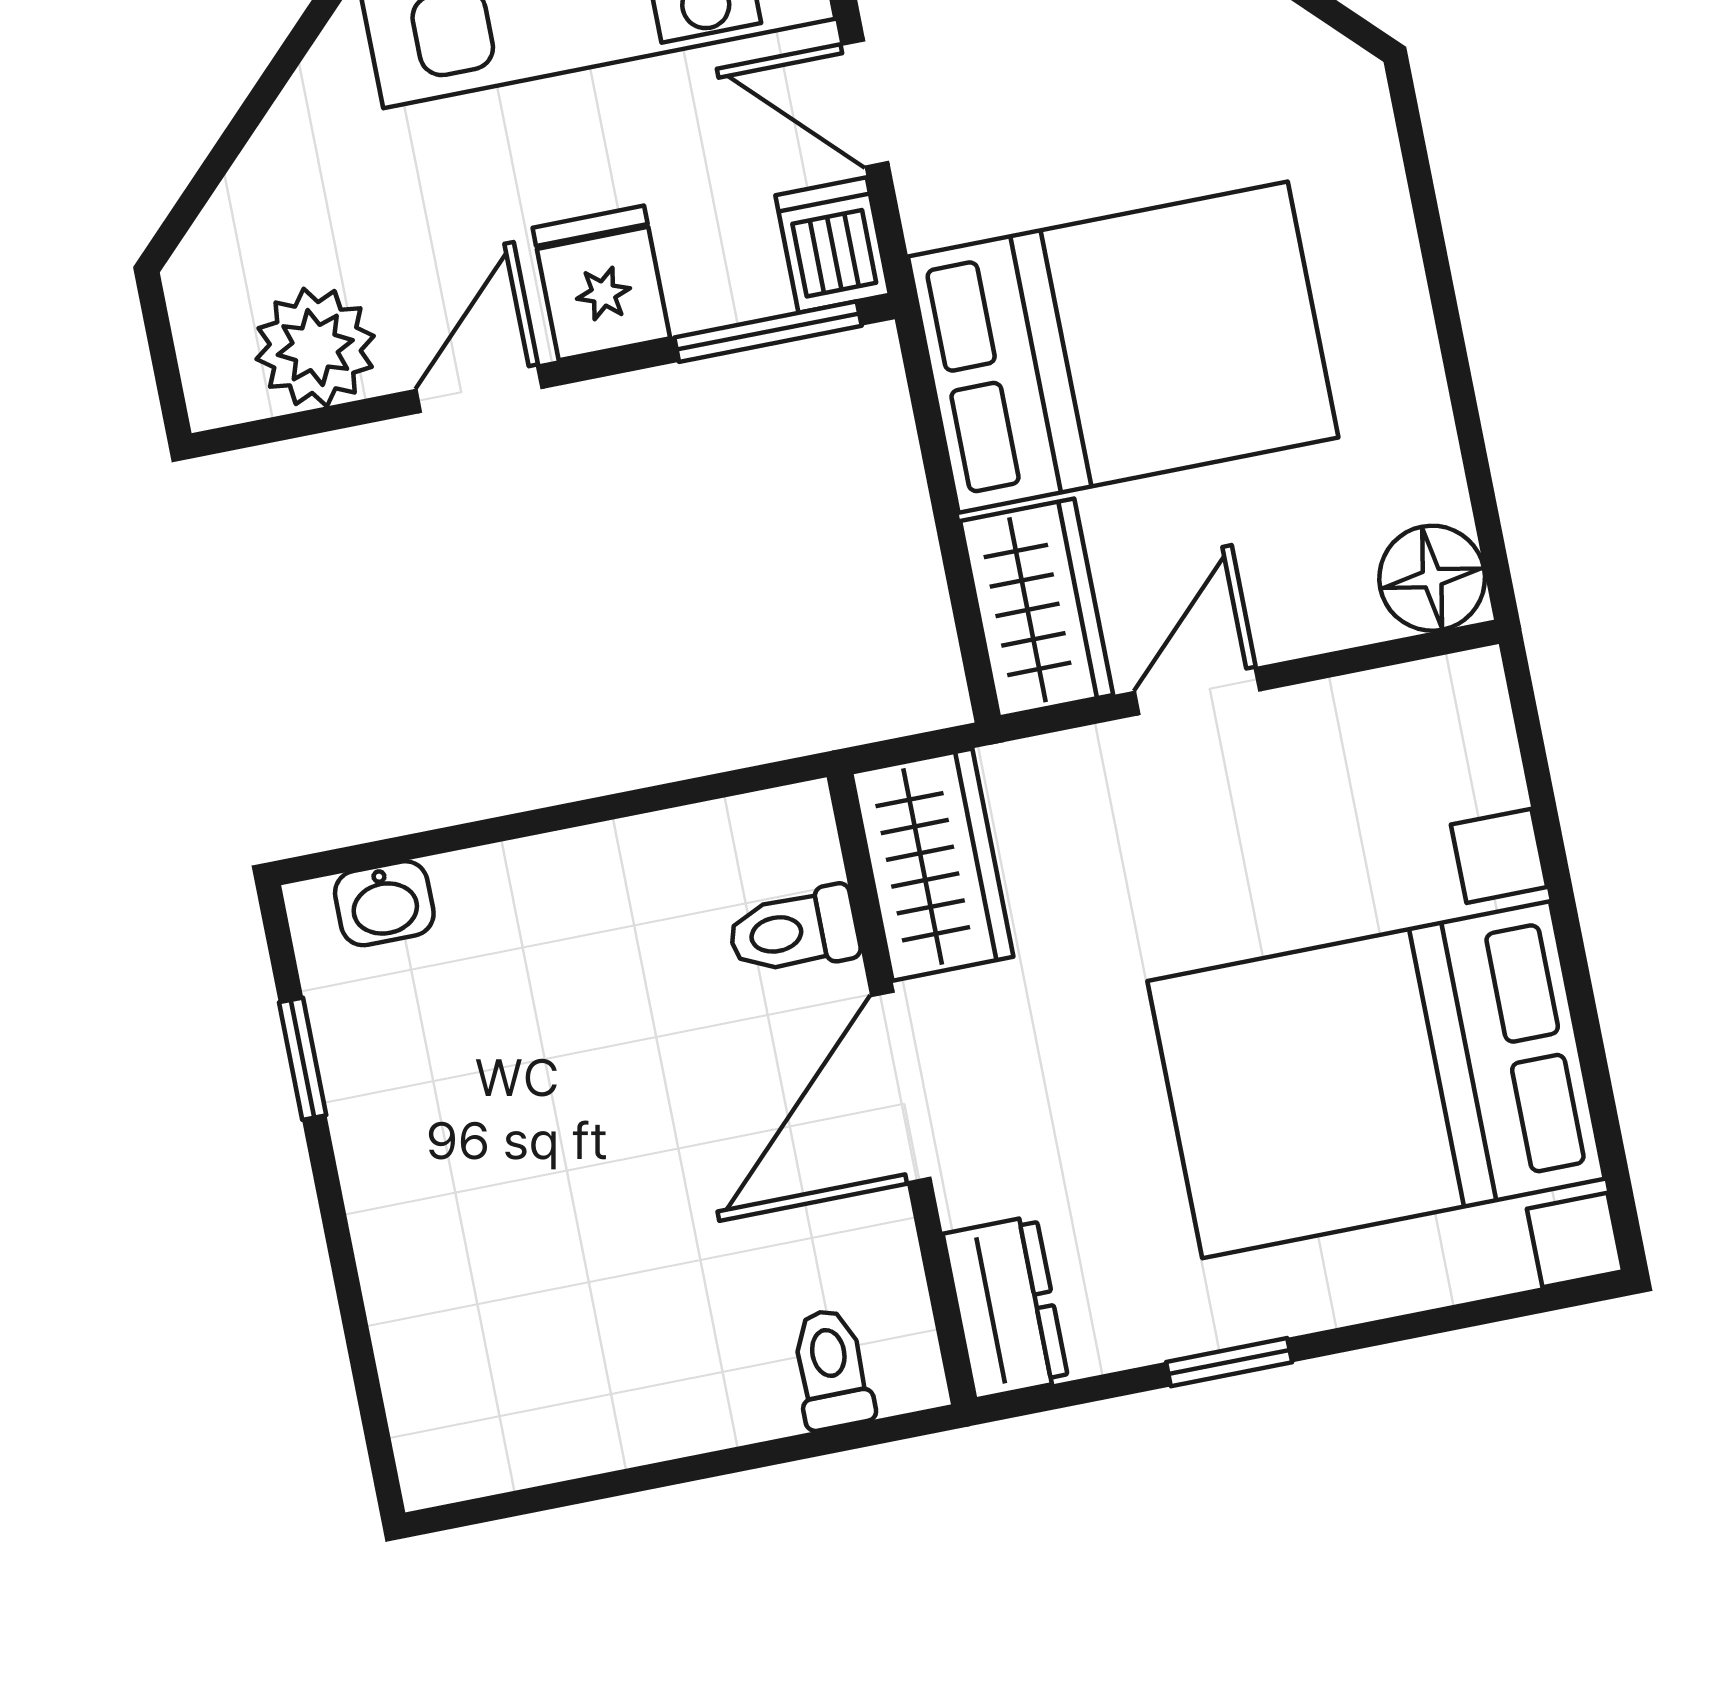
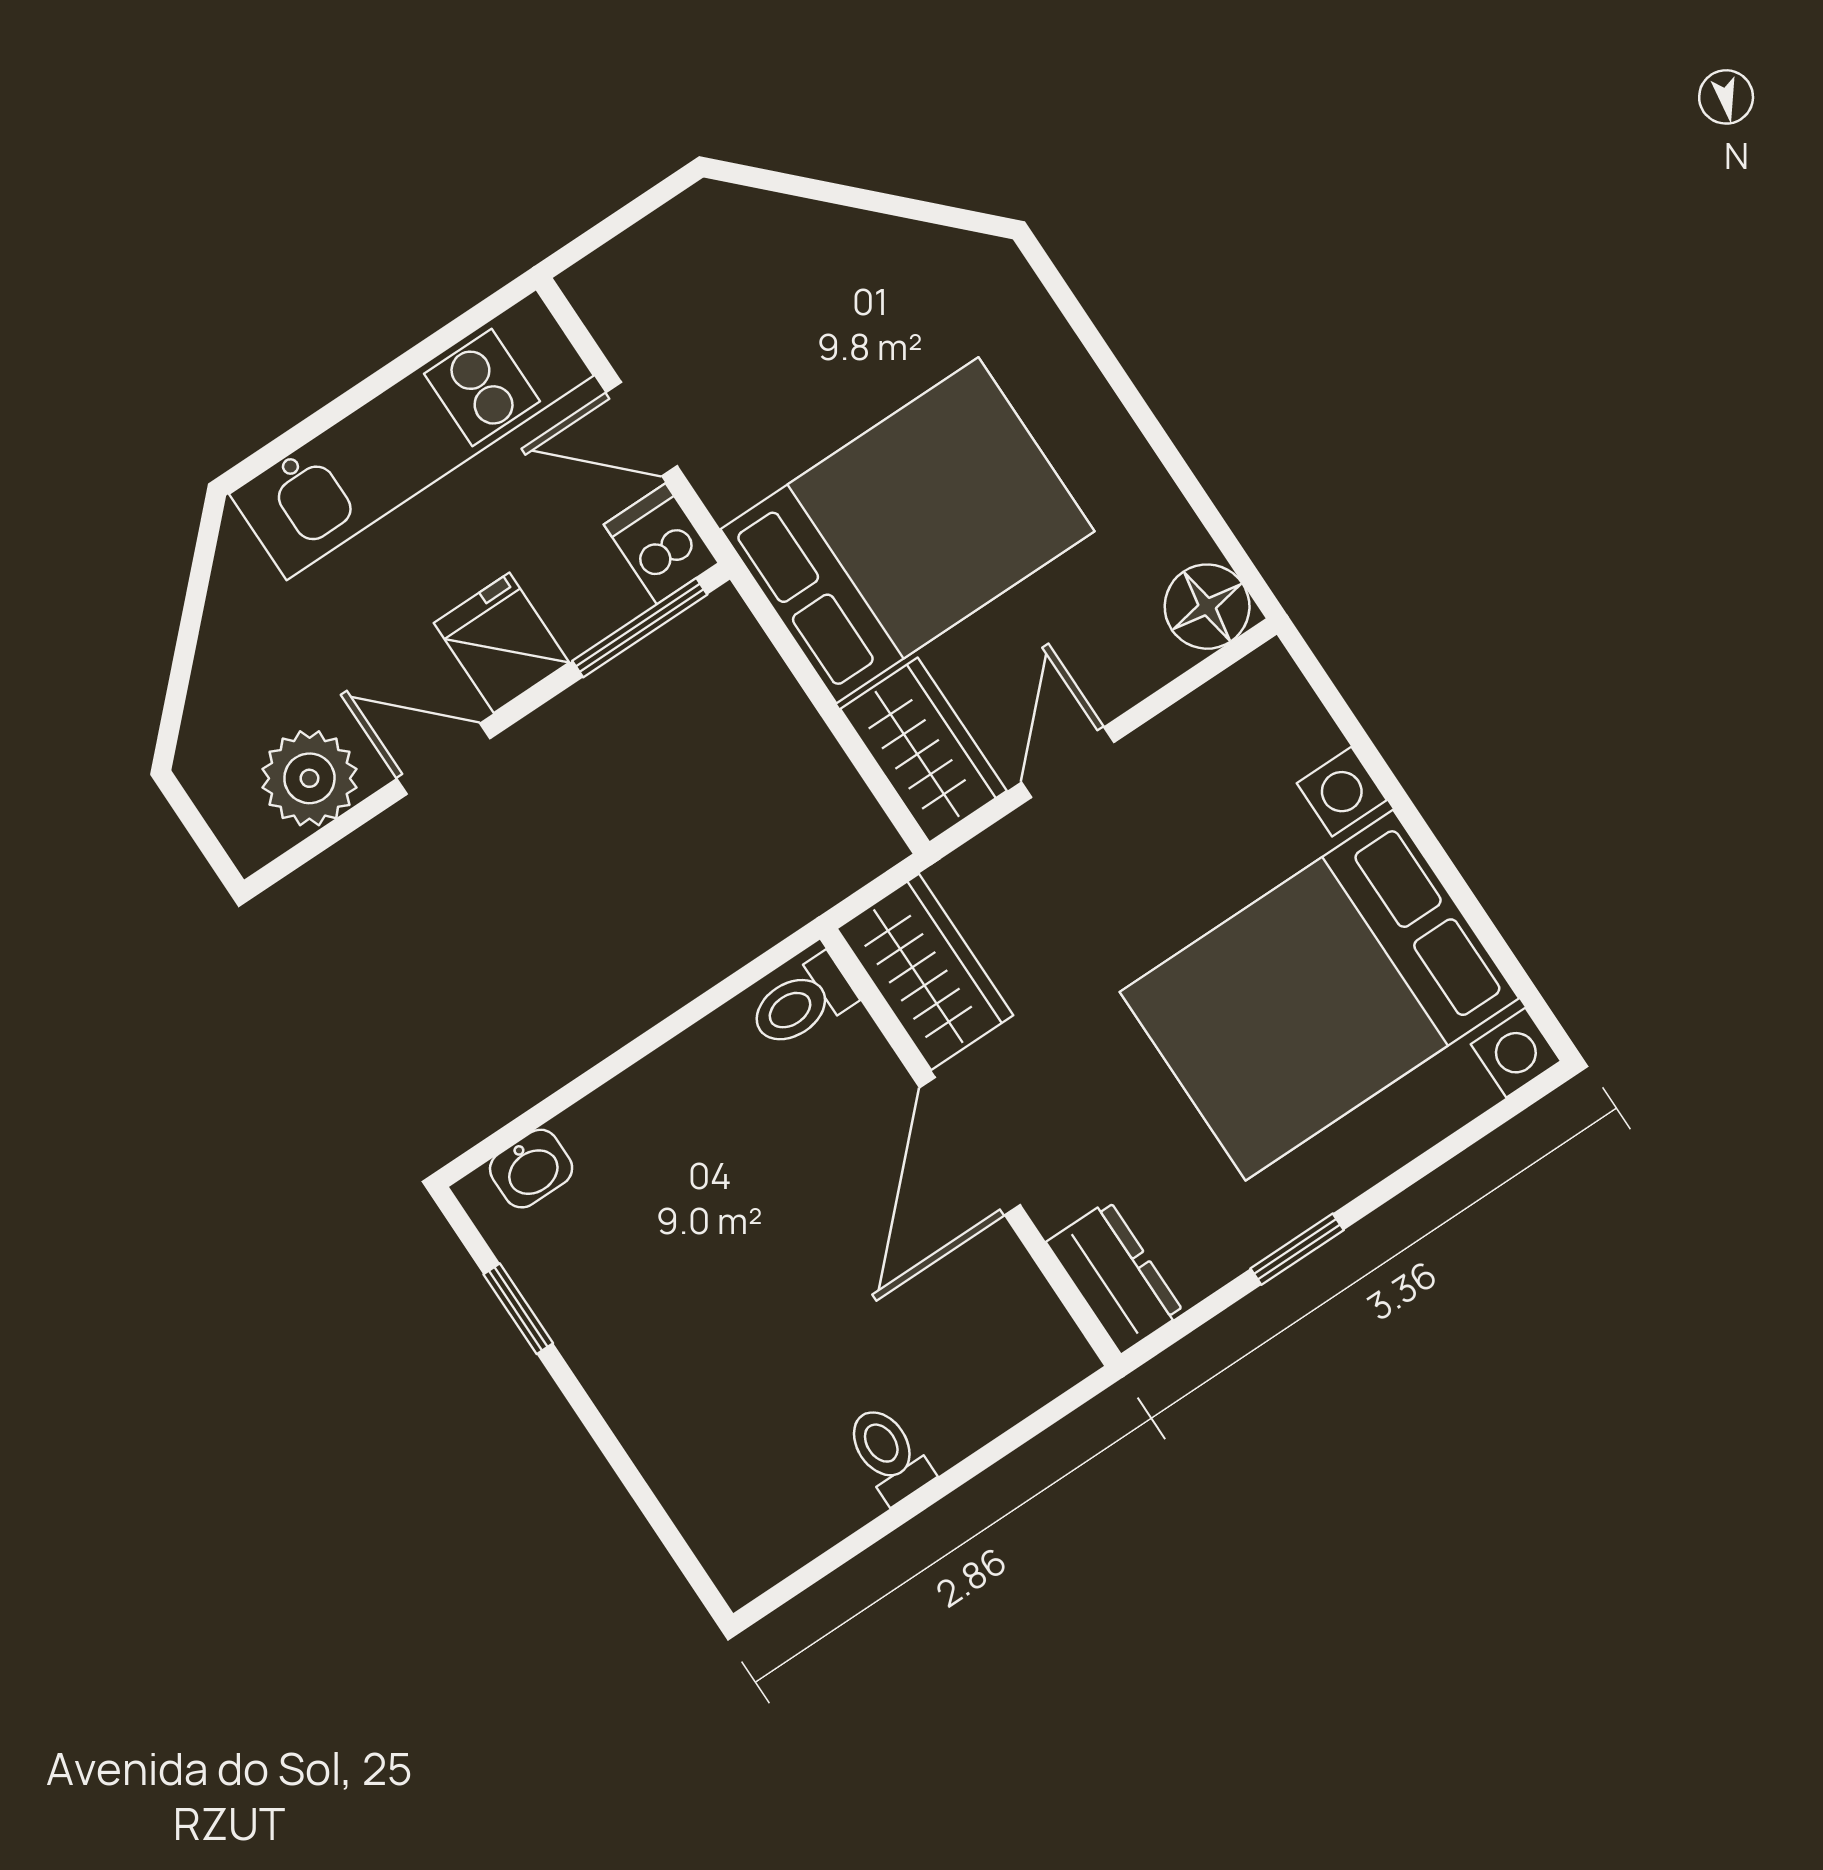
door: (479, 389) -> (443, 759), hinge flipped
toilet: (794, 931) -> (802, 1002), moved
toilet: (831, 1369) -> (888, 1454), moved

